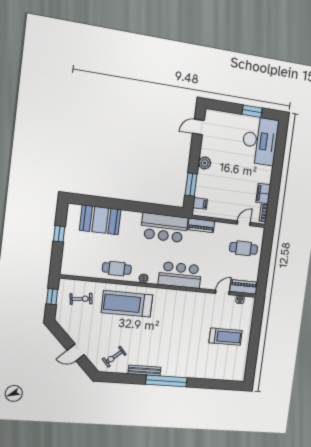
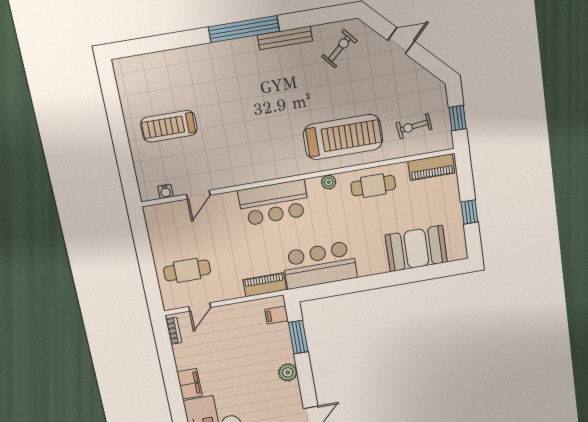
filing cabinet: (263, 194) -> (190, 384), moved
piano: (244, 287) -> (431, 167), moved

